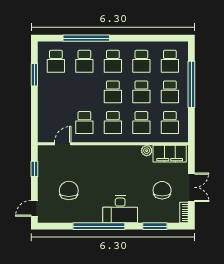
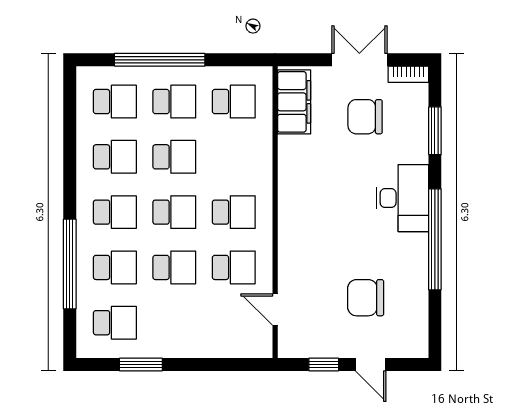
school desk: (141, 123) -> (174, 267), moved
plant: (147, 151) -> (288, 147), removed
door: (34, 208) -> (371, 364), moved

